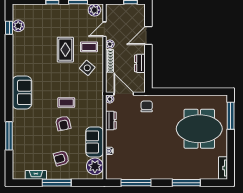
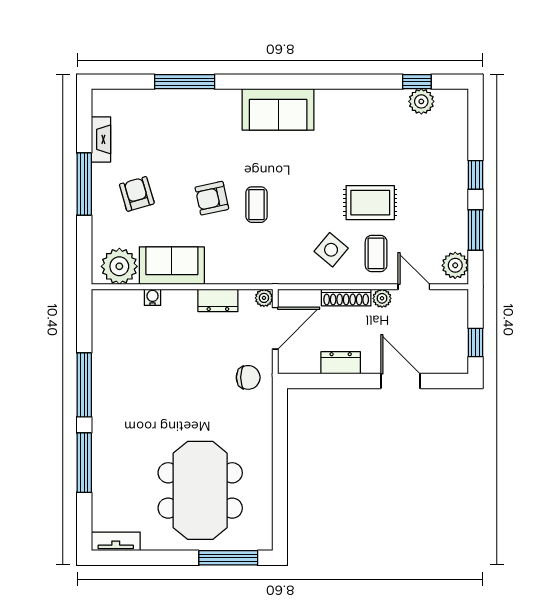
window: (136, 183) -> (84, 385), moved

